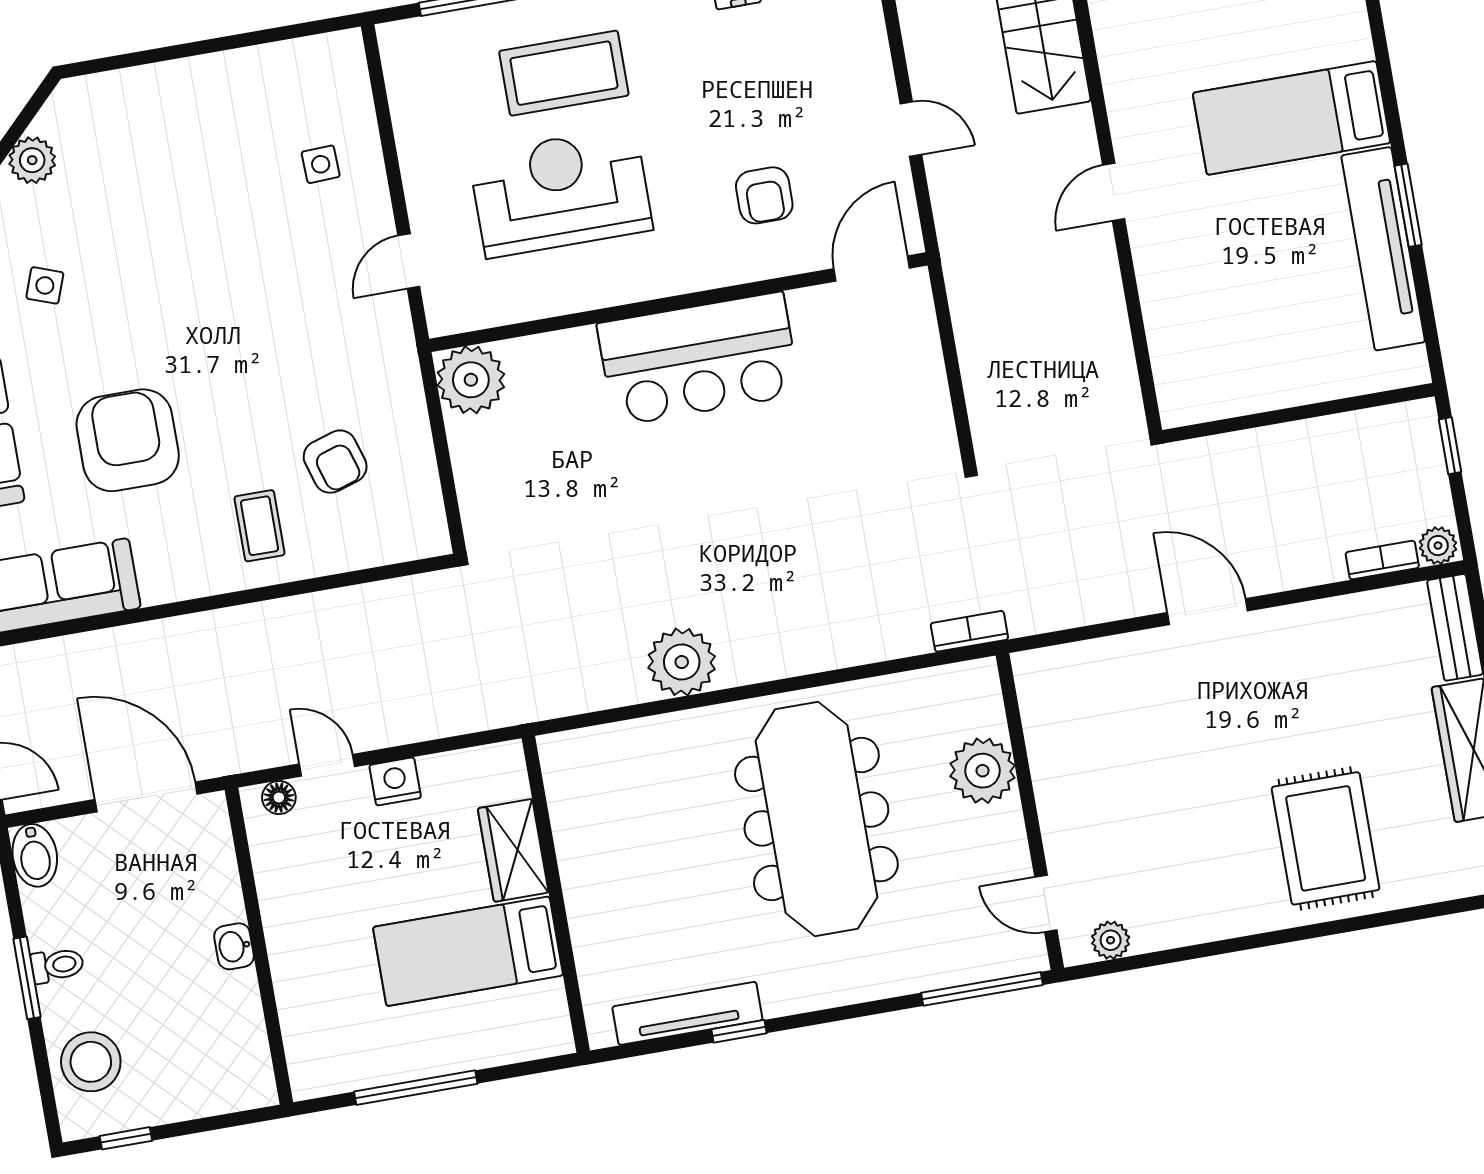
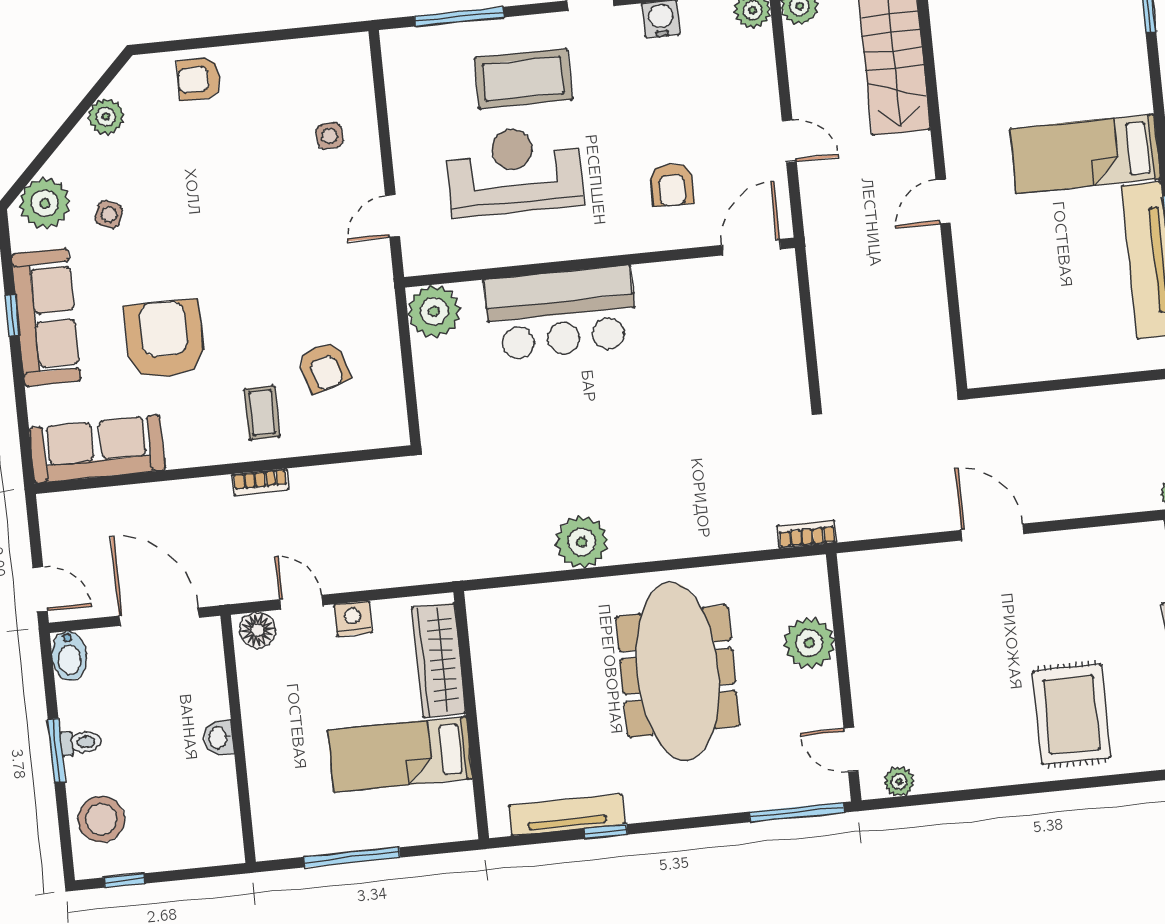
armchair: (148, 104) -> (199, 79), added
bar counter: (699, 359) -> (561, 313), moved
bookcase: (1382, 560) -> (260, 482), moved, turned 180
floor lamp: (279, 798) -> (258, 630), width x1.37, depth x1.37
wardrobe: (513, 850) -> (439, 660), width x1.50

